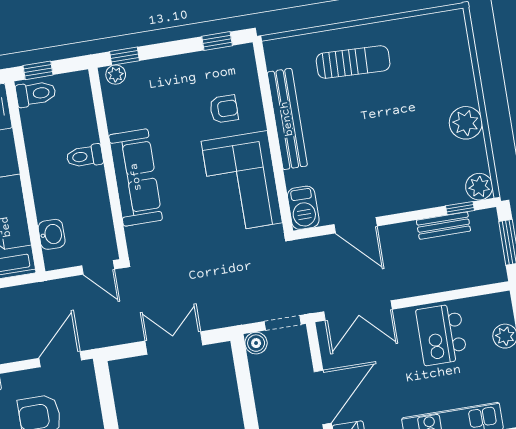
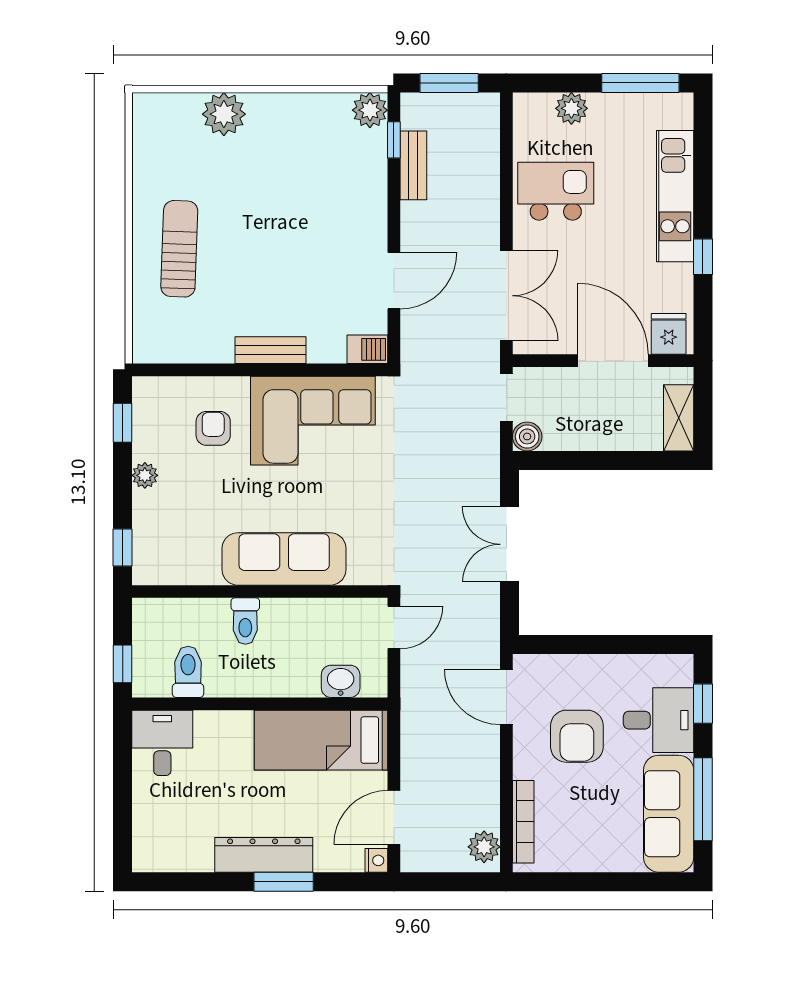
plant: (116, 75) -> (145, 475), moved
toilet: (36, 94) -> (188, 672), moved
bench: (287, 119) -> (270, 350), width x0.54, depth x0.82
plant: (466, 123) -> (224, 114), moved
barbecue: (303, 208) -> (367, 349), width x0.73, depth x0.79
kitchen island: (442, 334) -> (556, 191), turned 180

